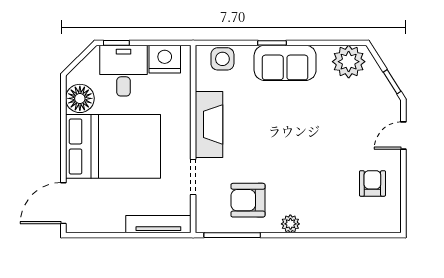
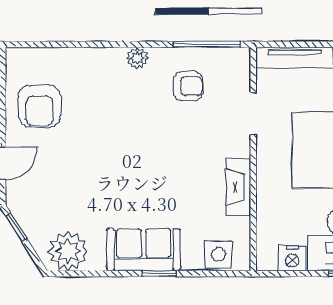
nightstand: (165, 59) -> (292, 258), width x0.74, depth x0.75
fireplace: (209, 124) -> (238, 187), width x0.73, depth x0.76
armchair: (372, 183) -> (40, 106), width x1.38, depth x1.38
armchair: (248, 200) -> (188, 86), width x0.72, depth x0.72

